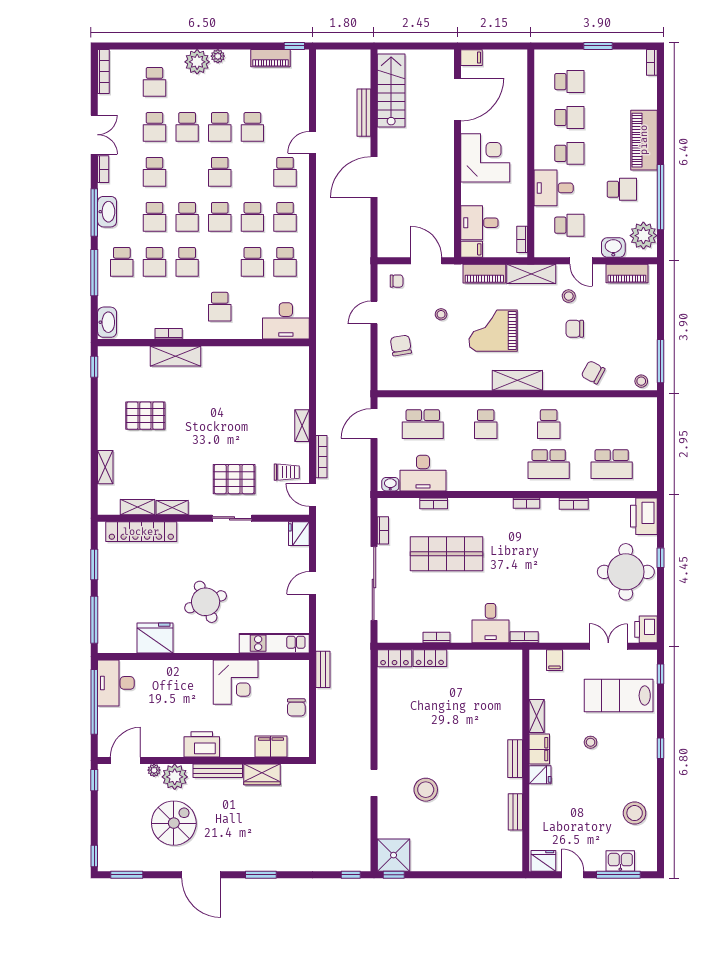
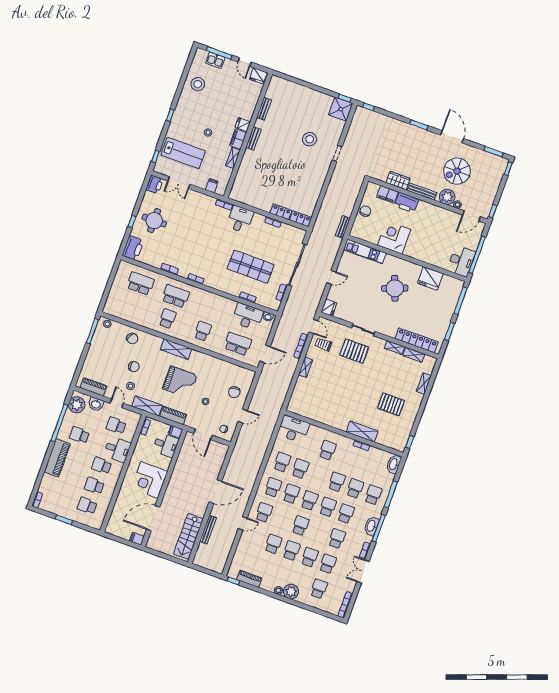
round table: (626, 572) -> (154, 221), width x0.73, depth x0.73
printer: (202, 744) -> (406, 203), moved

